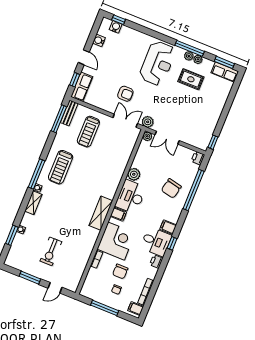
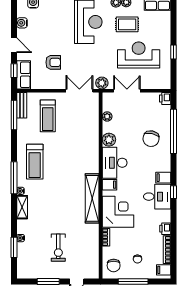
armchair: (125, 94) -> (53, 62), moved
reception desk: (190, 110) -> (139, 55), added
plant: (147, 136) -> (107, 116), moved
double door: (167, 138) -> (127, 91), swing flipped
window: (213, 142) -> (173, 52), moved
shelving: (101, 213) -> (92, 198), width x1.47
printer: (156, 261) -> (165, 229), moved
chair: (120, 271) -> (114, 266), moved

